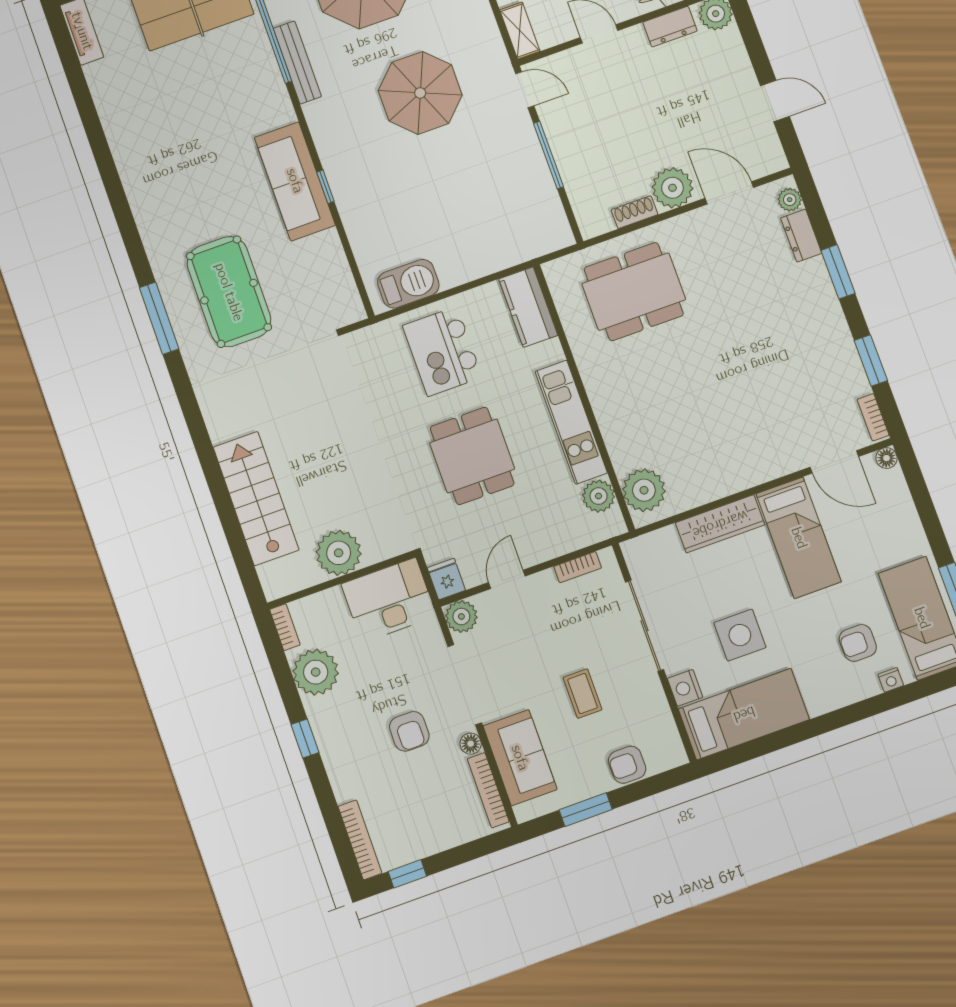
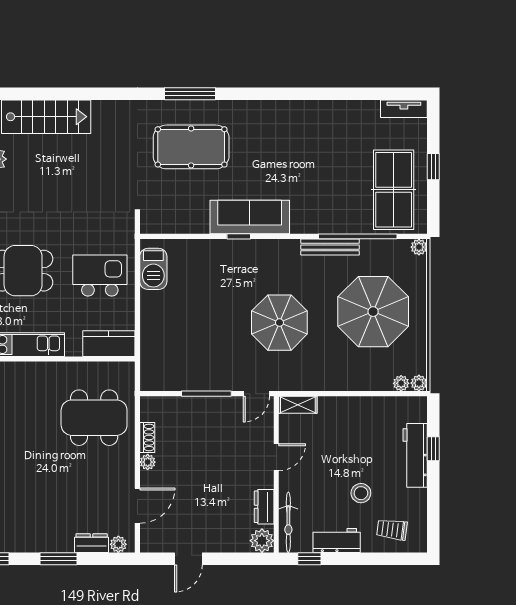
plant: (672, 188) -> (148, 462), width x0.53, depth x0.53
dining table: (634, 292) -> (94, 418), turned 90

